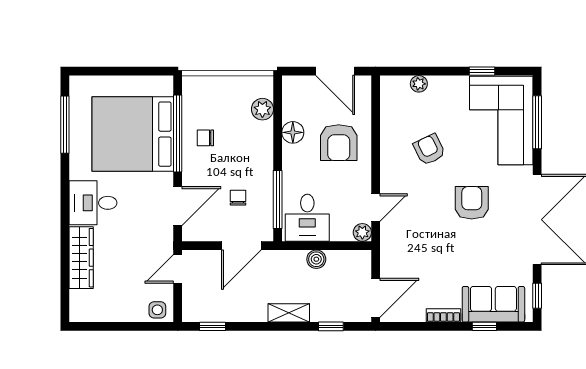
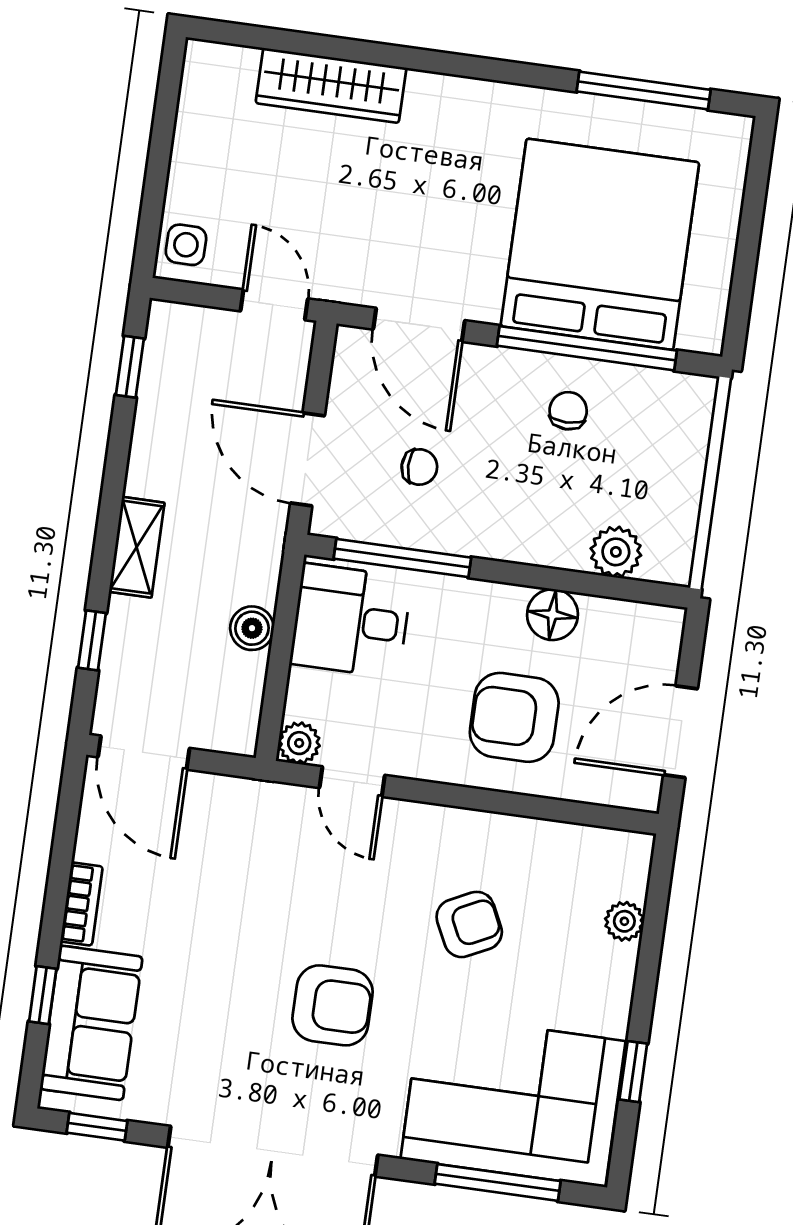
desk: (93, 203) -> (454, 130), removed

